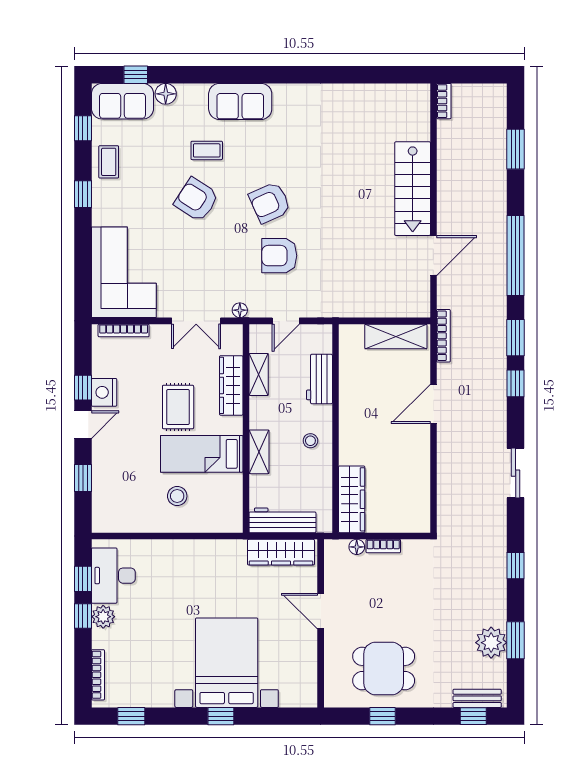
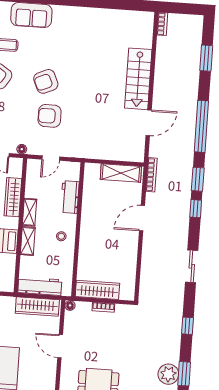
shelving: (259, 374) -> (30, 212), moved
wardrobe: (352, 499) -> (97, 290), moved, turned -90
floor lamp: (357, 547) -> (70, 305), moved

